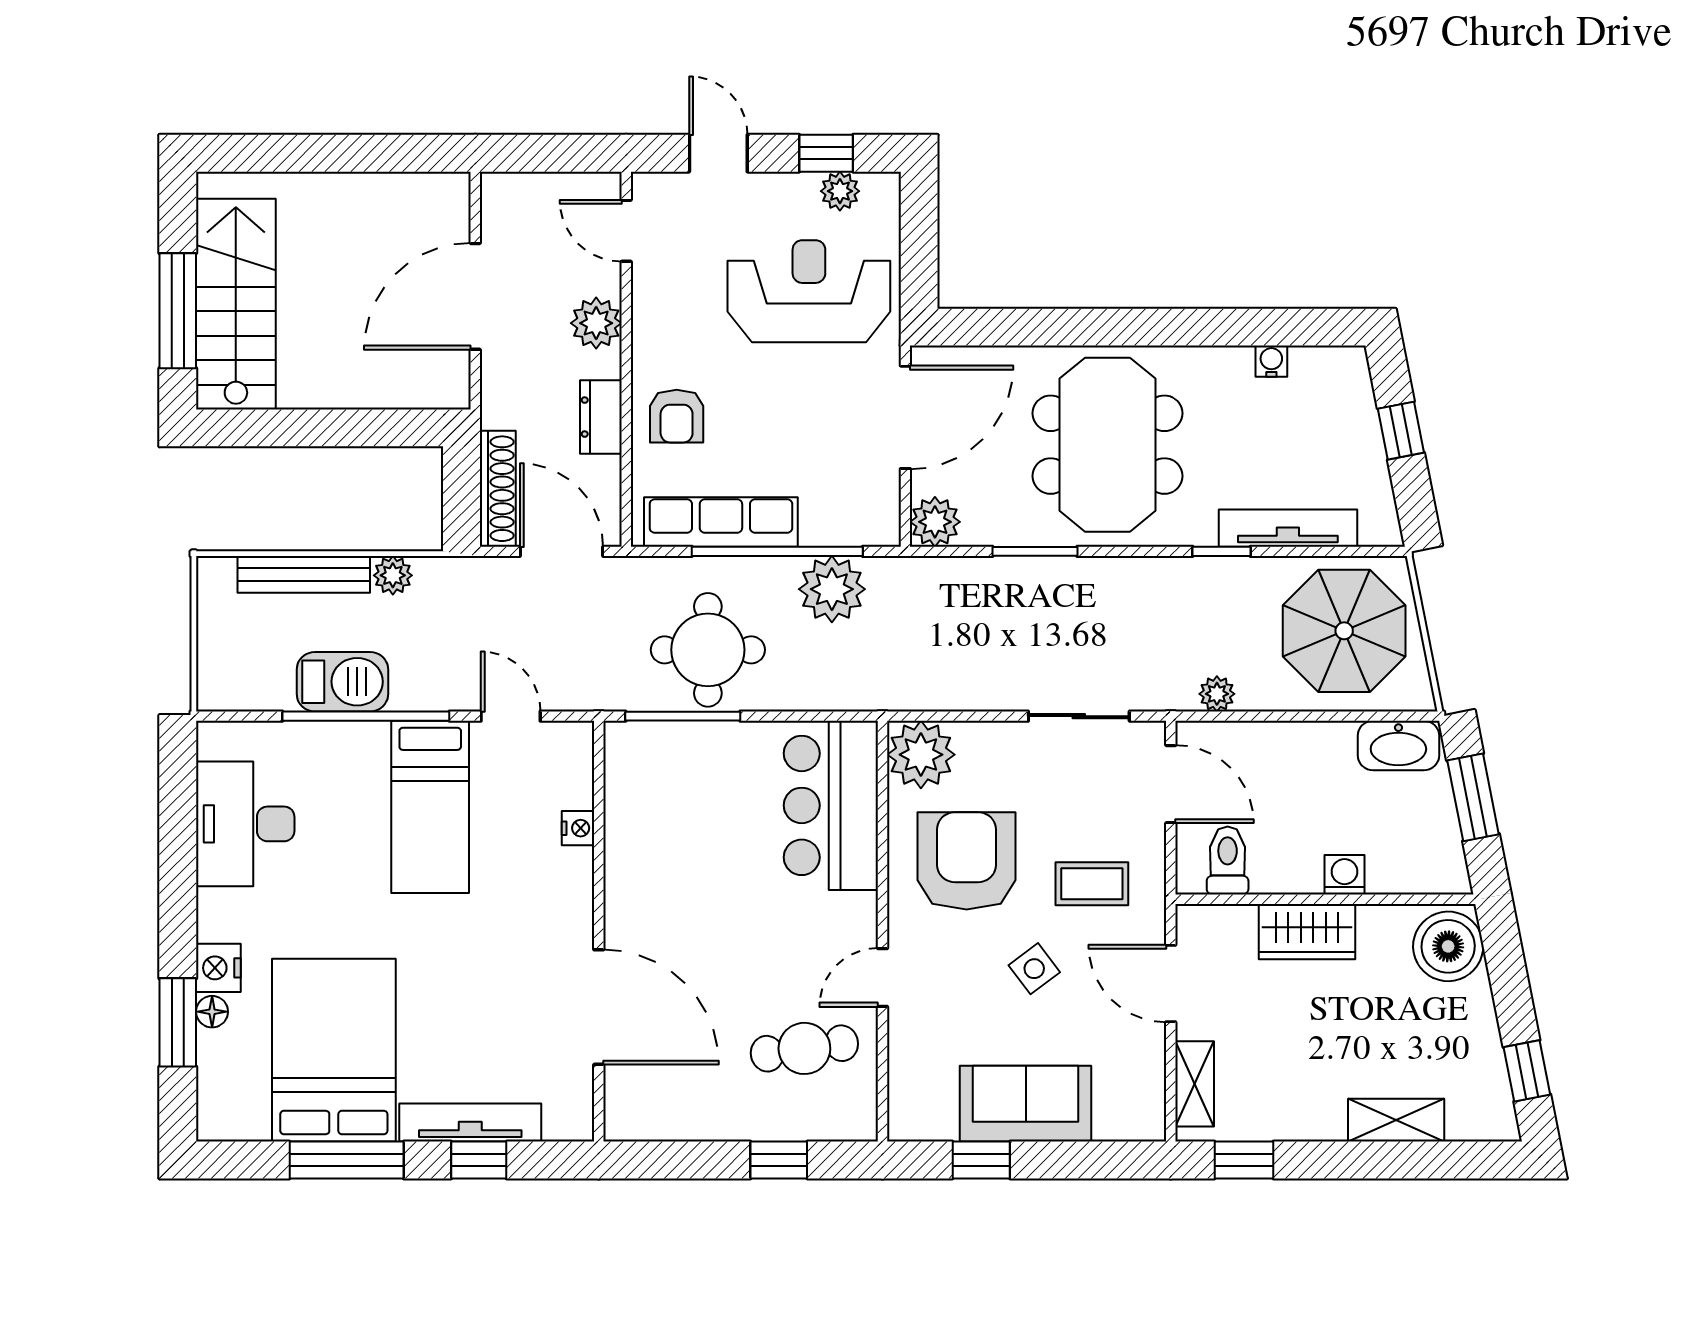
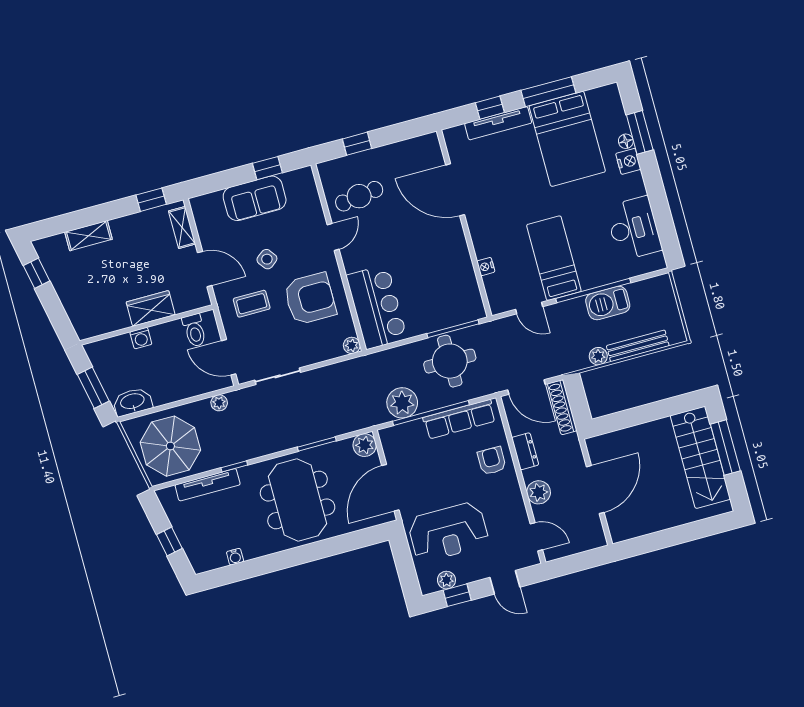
plant: (921, 755) -> (352, 345), width x0.53, depth x0.53
armchair: (967, 861) -> (310, 299), turned -90
boiler: (1448, 946) -> (86, 319), removed

